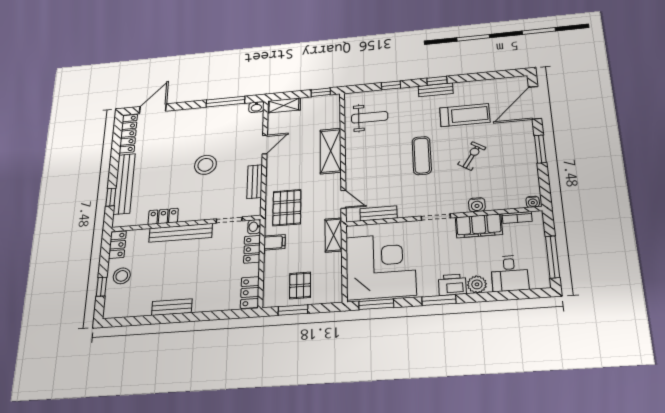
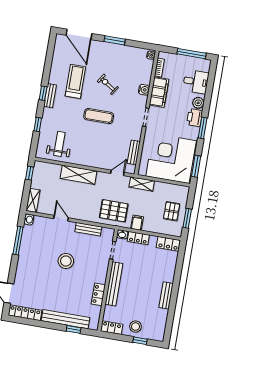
pallet: (300, 285) -> (172, 211), turned 90

